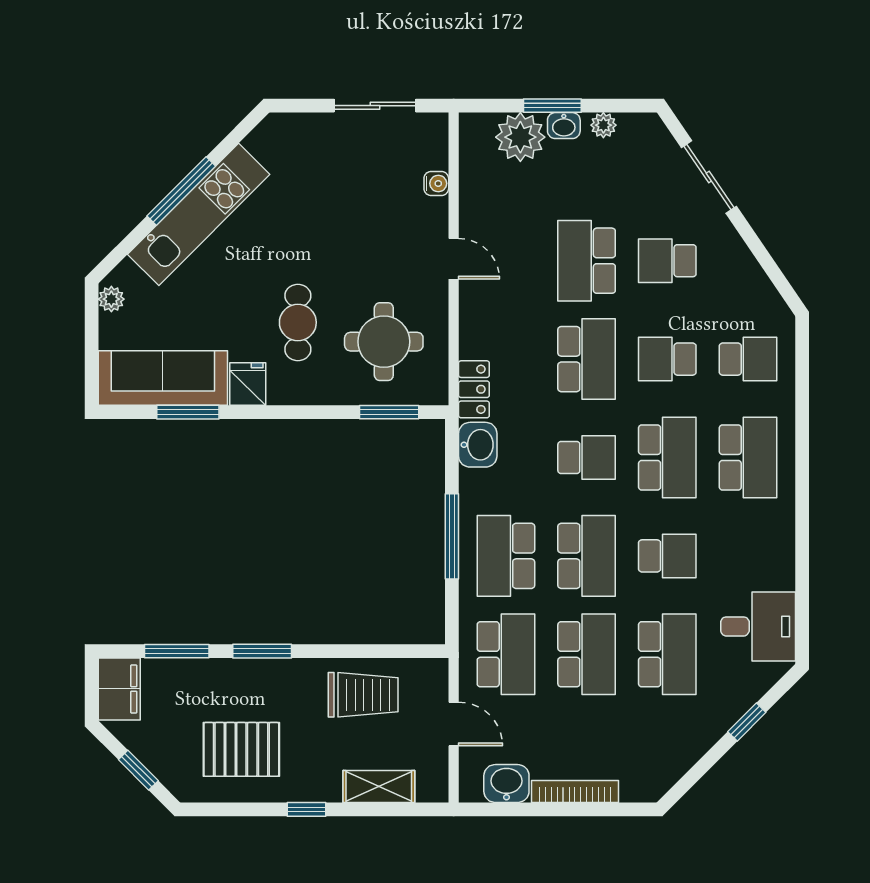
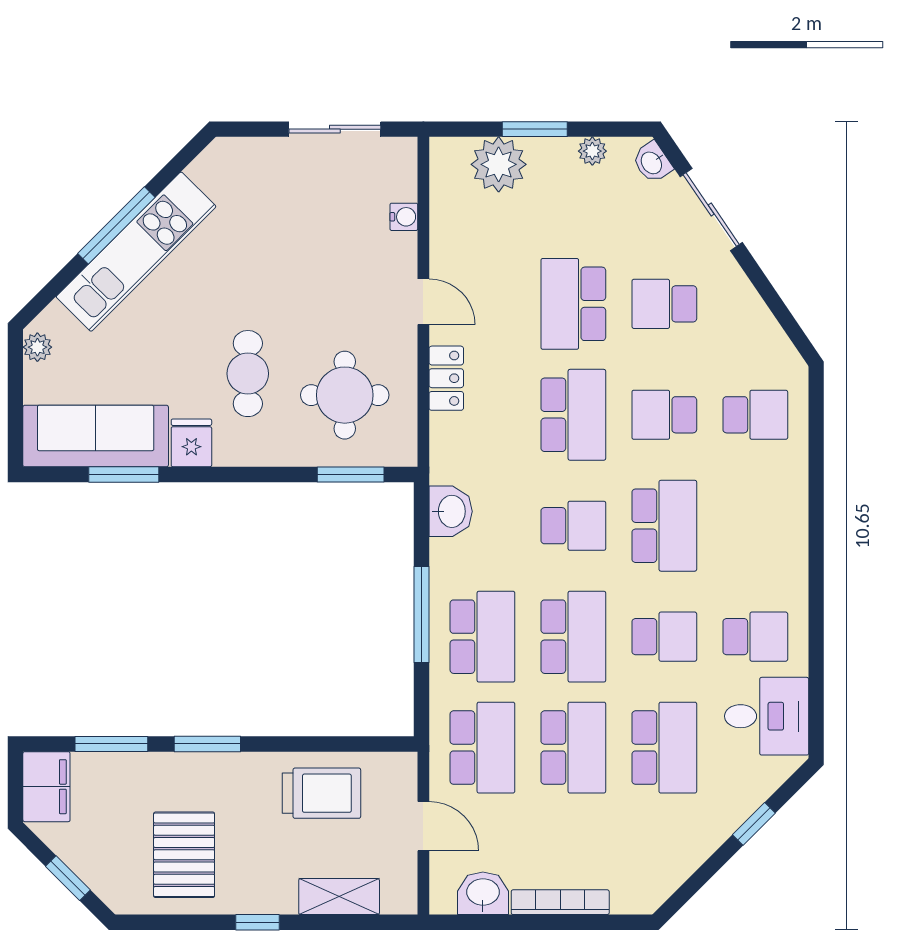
washbasin: (564, 126) -> (652, 162), moved, turned 56
locker: (474, 389) -> (446, 378), moved
school desk: (748, 457) -> (755, 637), moved, width x0.54
school desk: (506, 556) -> (482, 637), turned 180
pallet: (241, 749) -> (184, 855), turned 90

